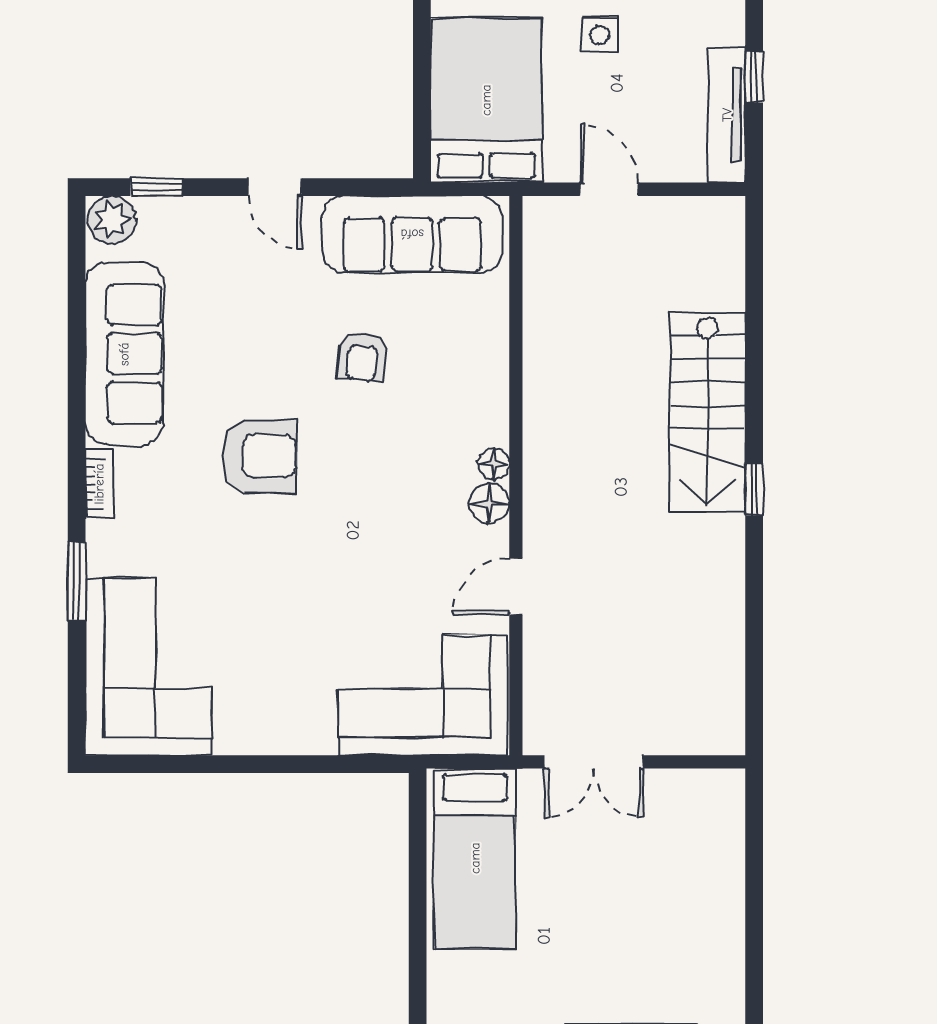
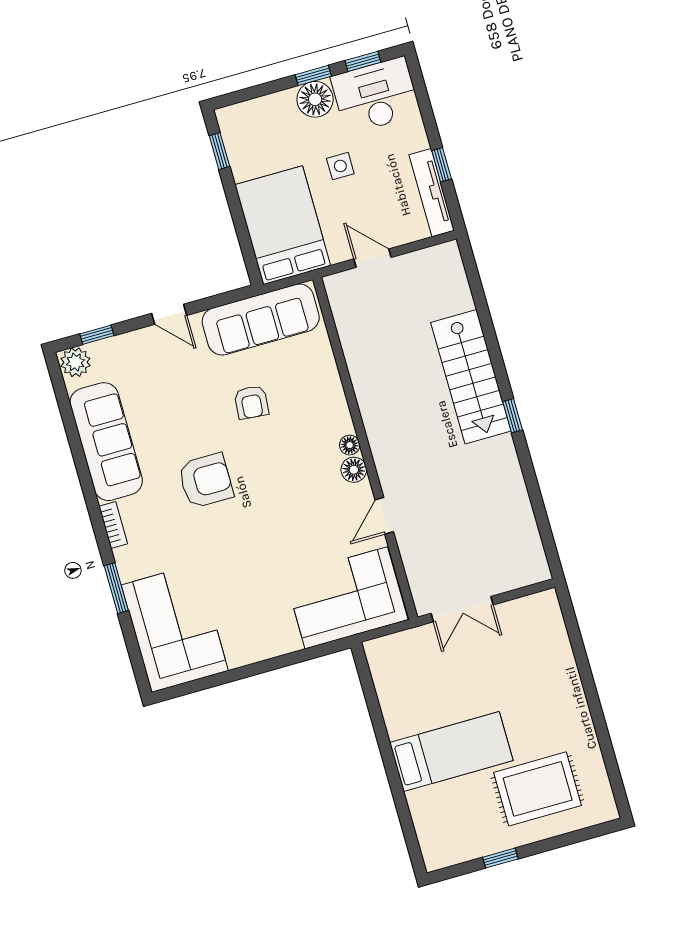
bed: (475, 858) -> (451, 752), moved, turned -90

